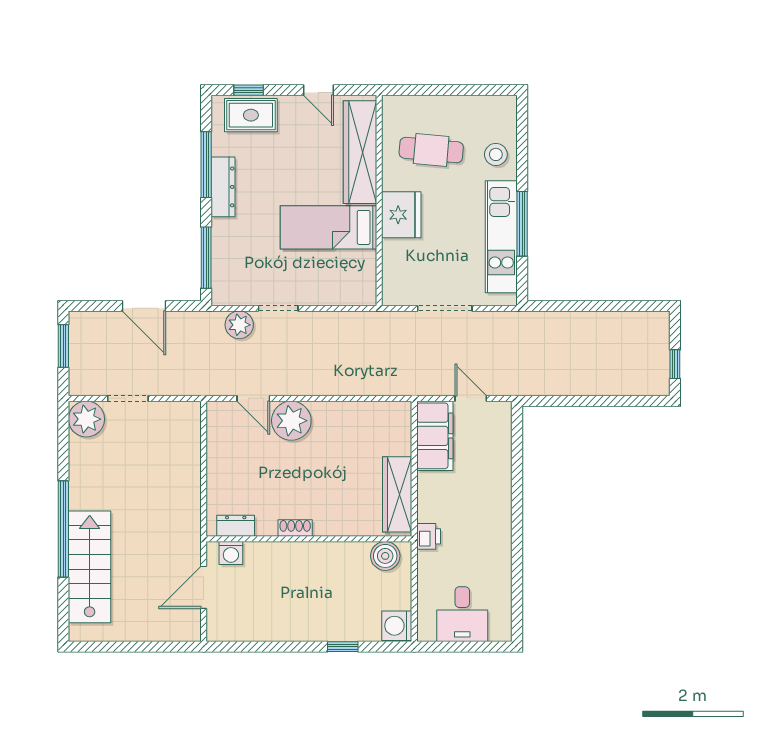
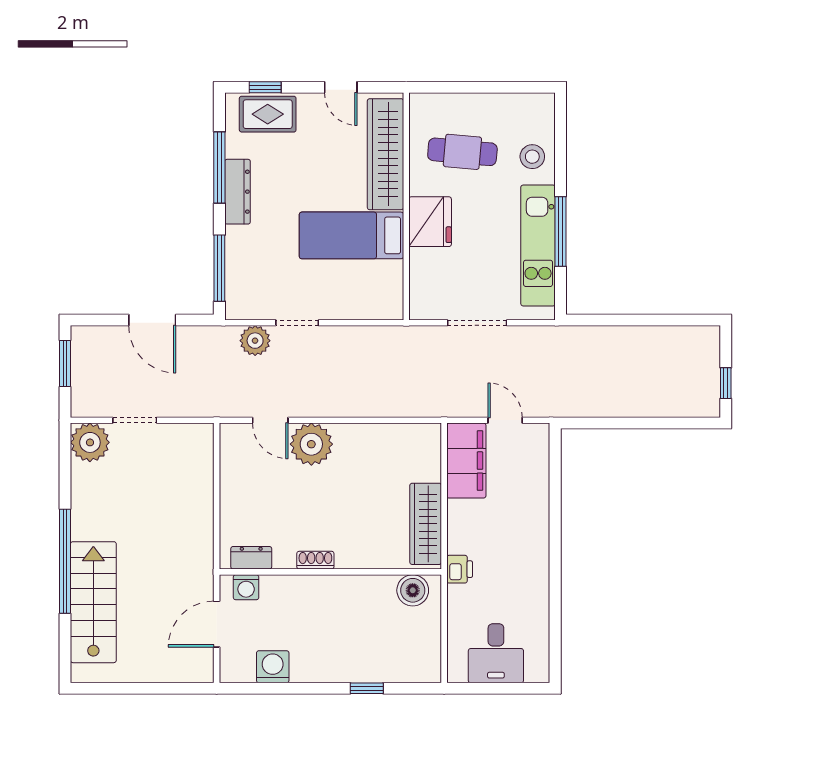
washing machine: (397, 626) -> (273, 667), moved, turned 90

